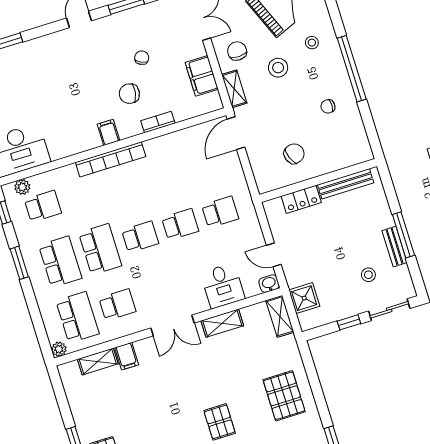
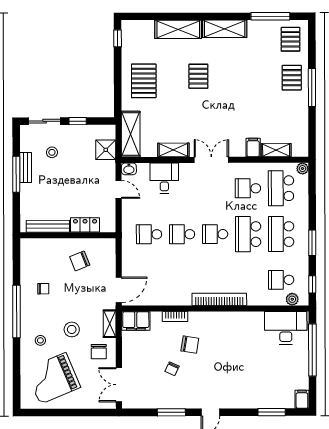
filing cabinet: (202, 76) -> (136, 321), moved, turned 90
filing cabinet: (109, 132) -> (215, 320), removed
shelving: (280, 316) -> (131, 134), width x1.50, depth x1.33

